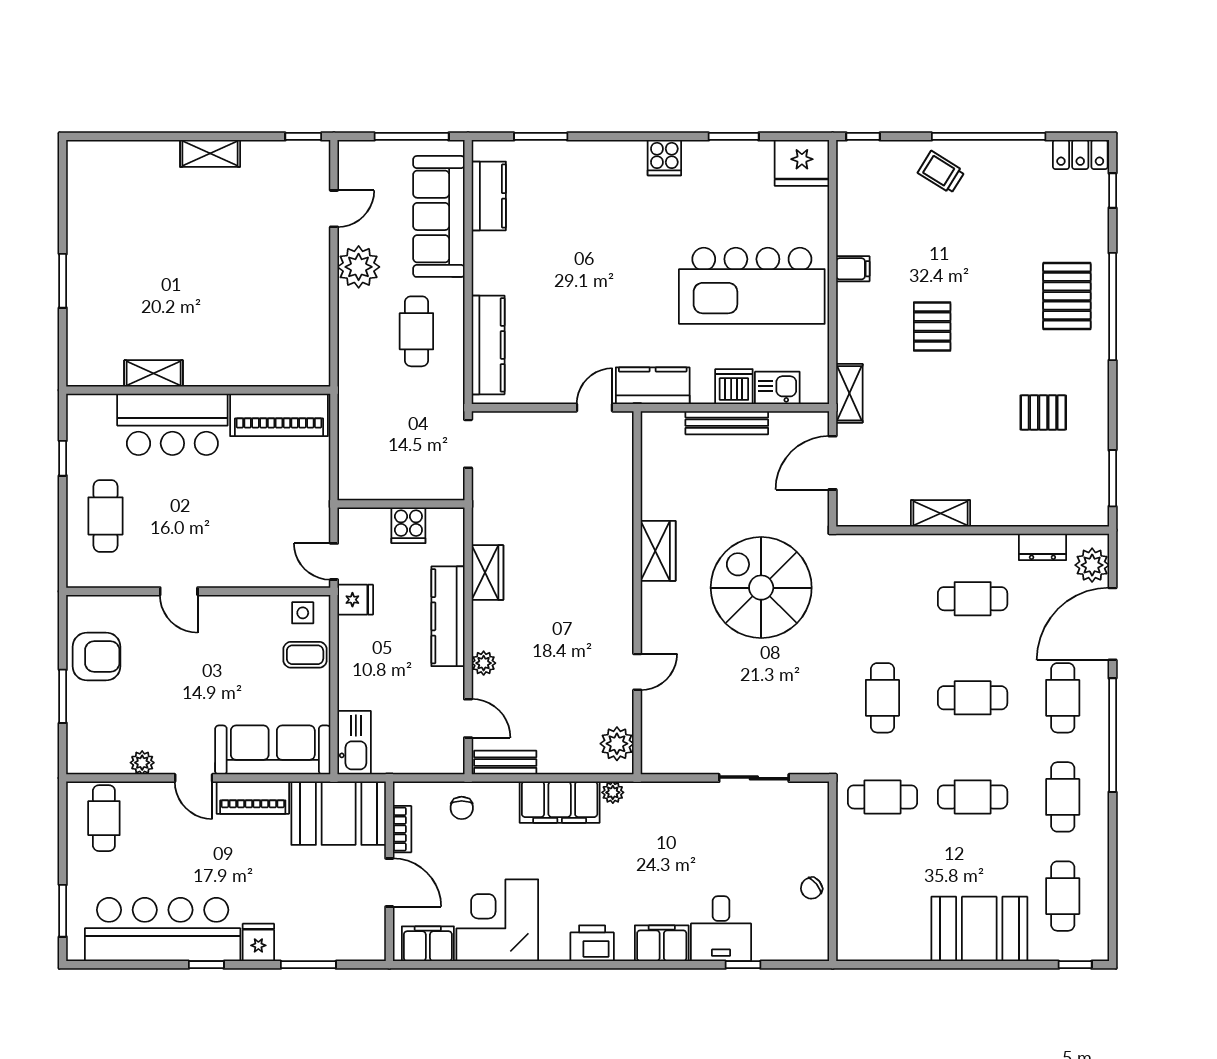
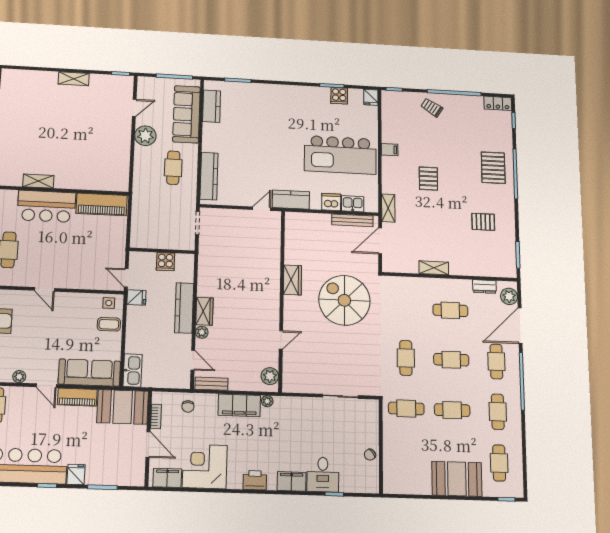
cooker: (664, 158) -> (339, 96), moved
fridge: (802, 163) -> (371, 97), width x0.53, depth x0.75
bench: (727, 423) -> (352, 220), moved
wardrobe: (487, 573) -> (204, 311), moved

